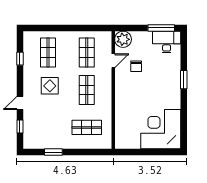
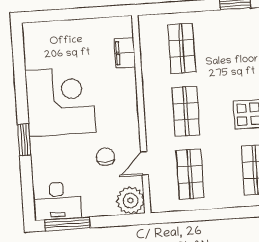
shop shelf: (87, 127) -> (182, 48), turned 90
filing cabinet: (121, 127) -> (125, 53), added
corner desk: (161, 129) -> (60, 102), moved, turned -90

